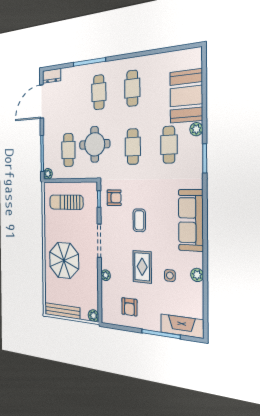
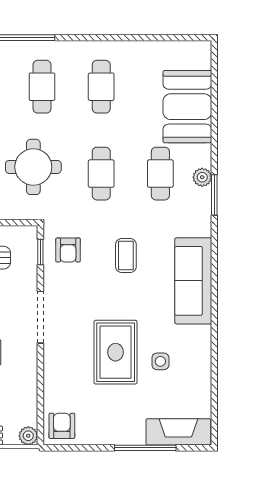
plant: (196, 129) -> (202, 177), moved
armchair: (114, 198) -> (68, 250), turned 90
coffee table: (139, 220) -> (126, 255), moved
rug: (142, 267) -> (116, 352), width x1.36, depth x1.43
plant: (106, 275) -> (51, 370), removed
plant: (197, 275) -> (202, 357), removed
armchair: (129, 307) -> (62, 426), moved, turned 180

